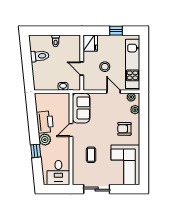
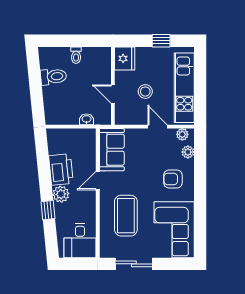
coffee table: (91, 155) -> (126, 216), width x1.86, depth x1.72

